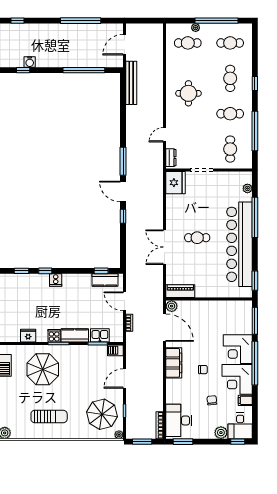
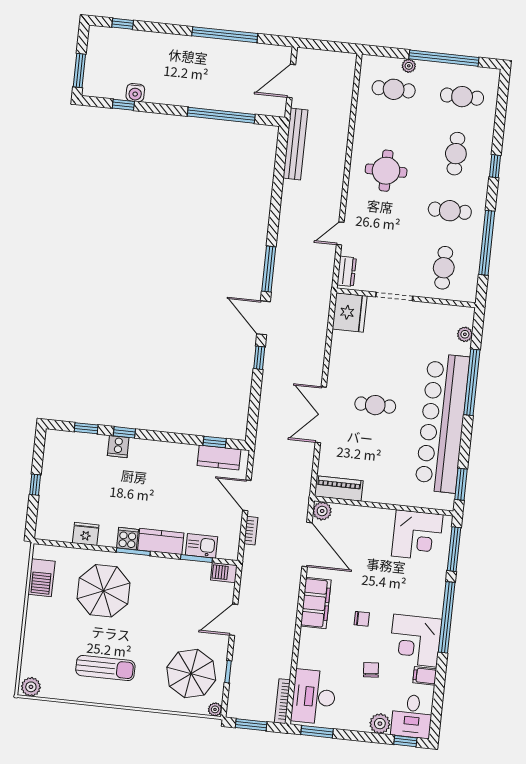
cooker: (56, 280) -> (118, 447), moved
corner desk: (238, 349) -> (417, 535), moved, turned -90

